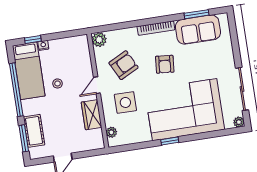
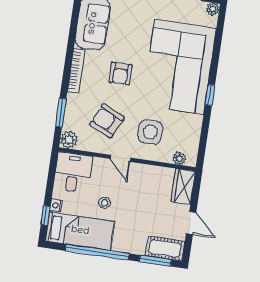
window: (197, 14) -> (61, 113), moved
desk: (74, 51) -> (73, 172), added
armchair: (165, 64) -> (120, 73), turned 85
armchair: (124, 65) -> (107, 121), turned -38
wardrobe: (92, 115) -> (183, 187), moved, turned 90
cot: (34, 131) -> (165, 248), moved

